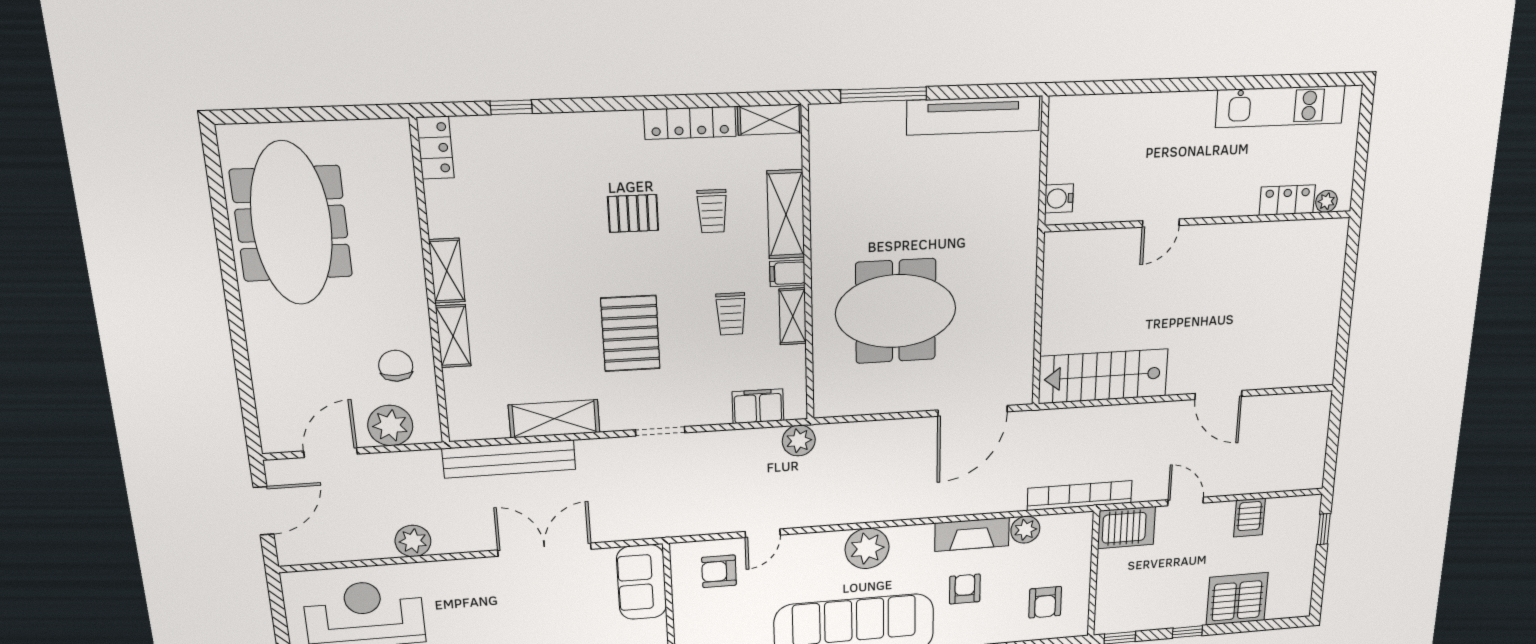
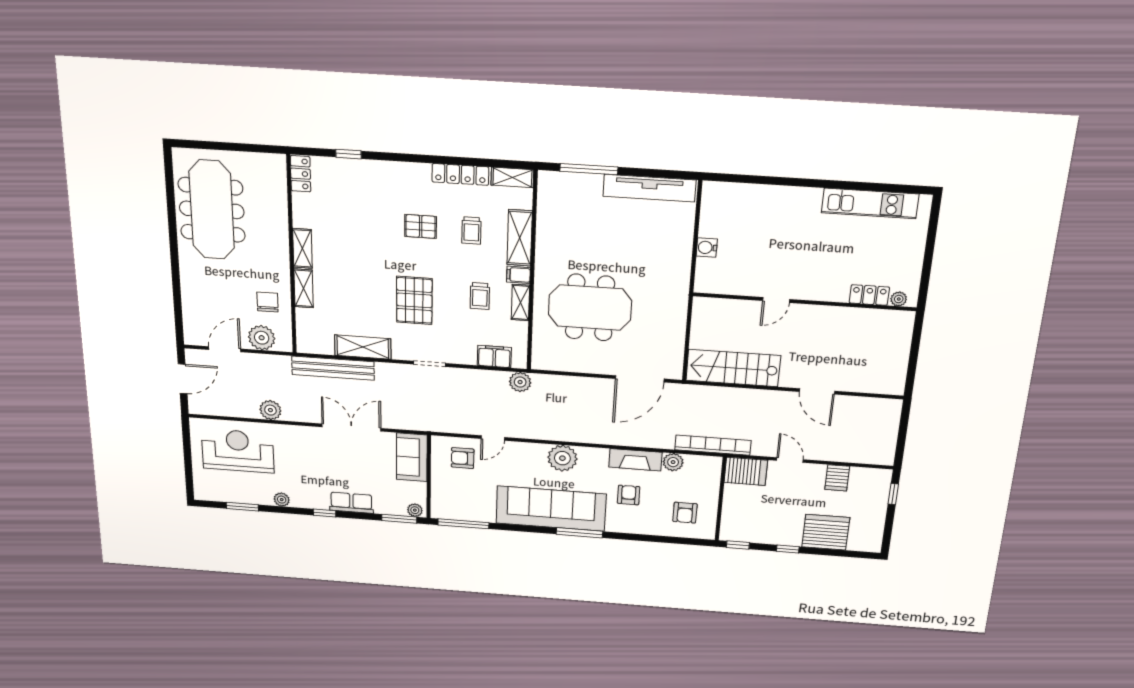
locker: (1287, 200) -> (869, 295), moved
plant: (1326, 201) -> (899, 299), moved
wall: (1199, 221) -> (804, 302), moved
door: (1161, 223) -> (776, 300), moved

